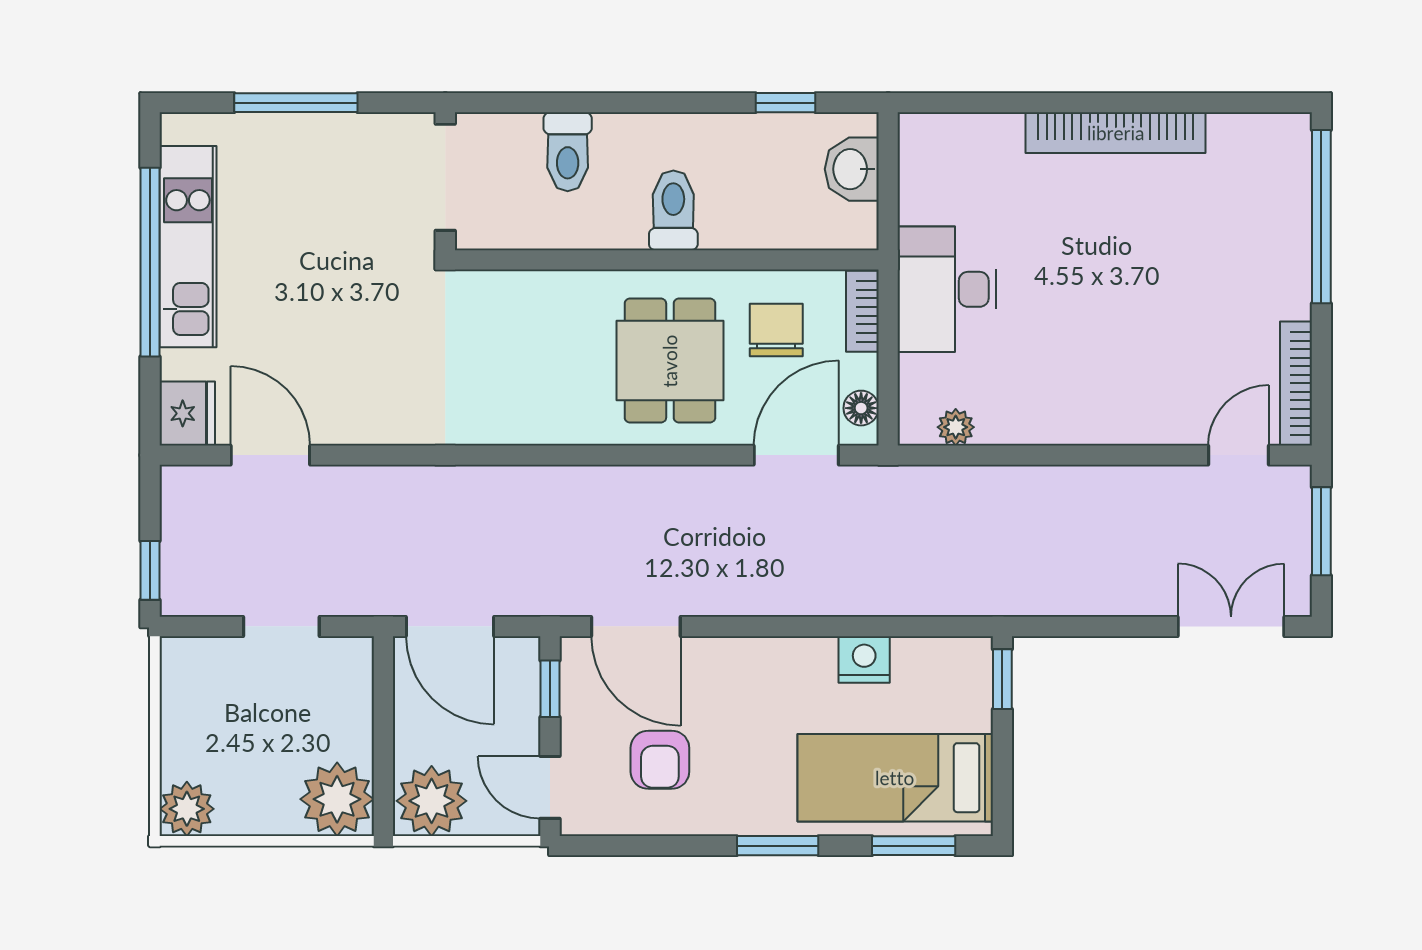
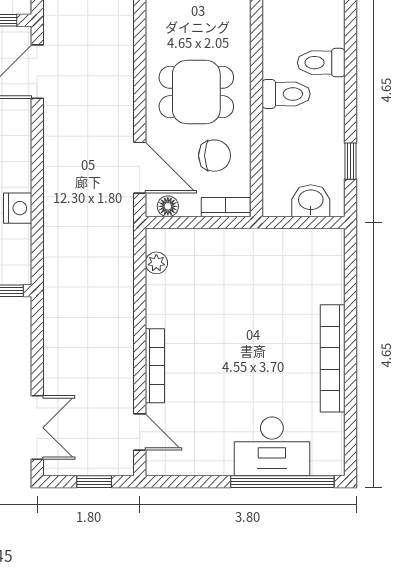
toilet: (568, 152) -> (321, 63), moved
desk: (947, 289) -> (272, 446), moved, turned 180
bookcase: (1296, 383) -> (155, 366), moved, turned 90
window: (1321, 531) -> (94, 482), width x0.67

